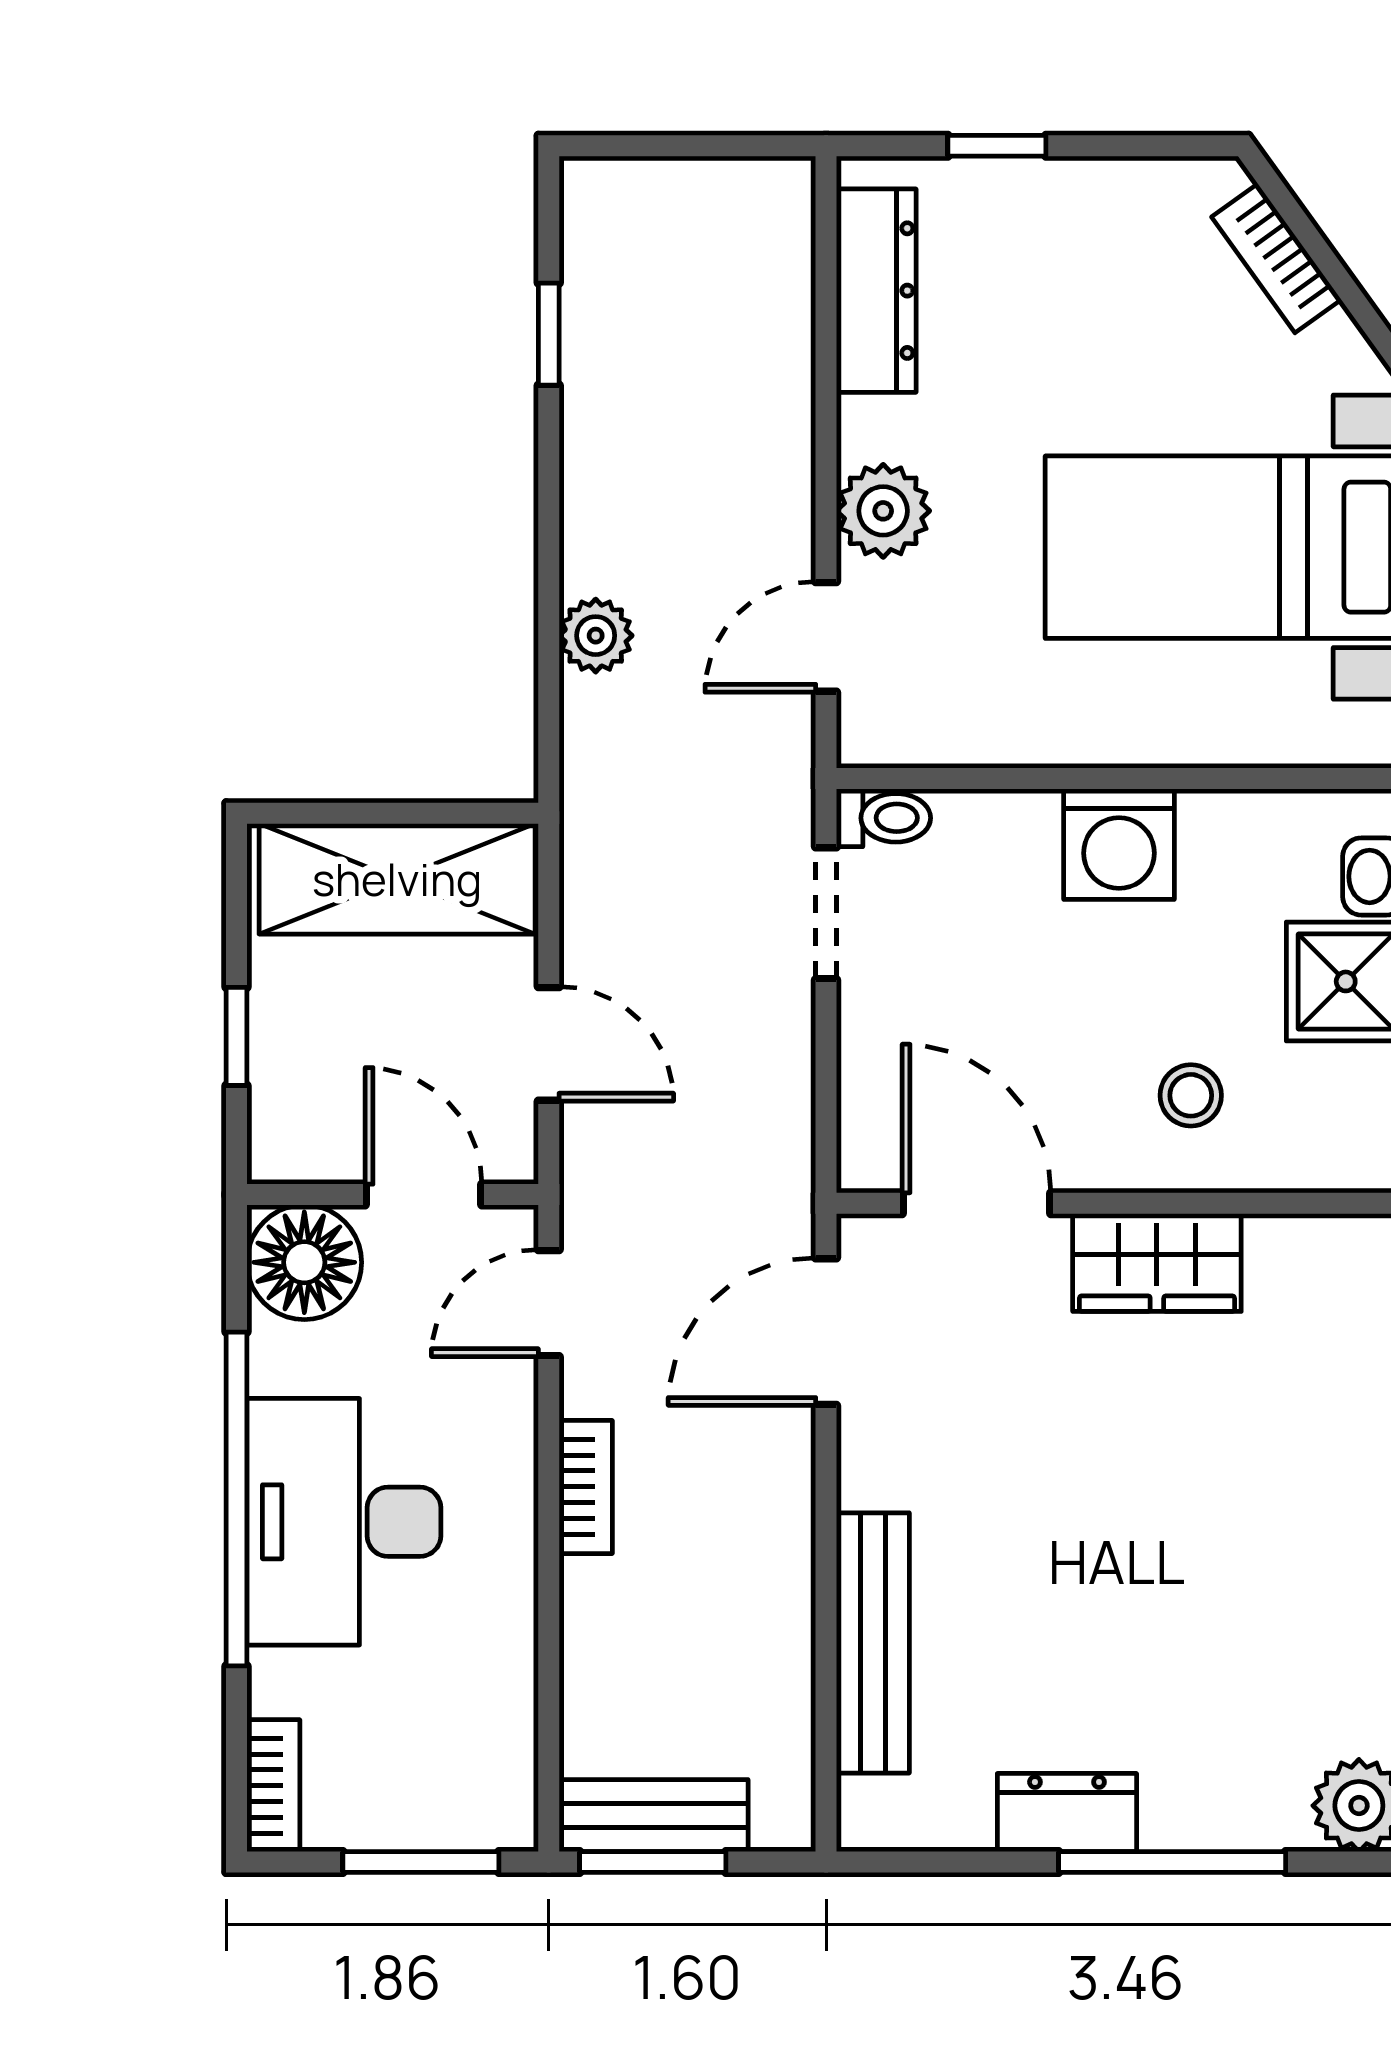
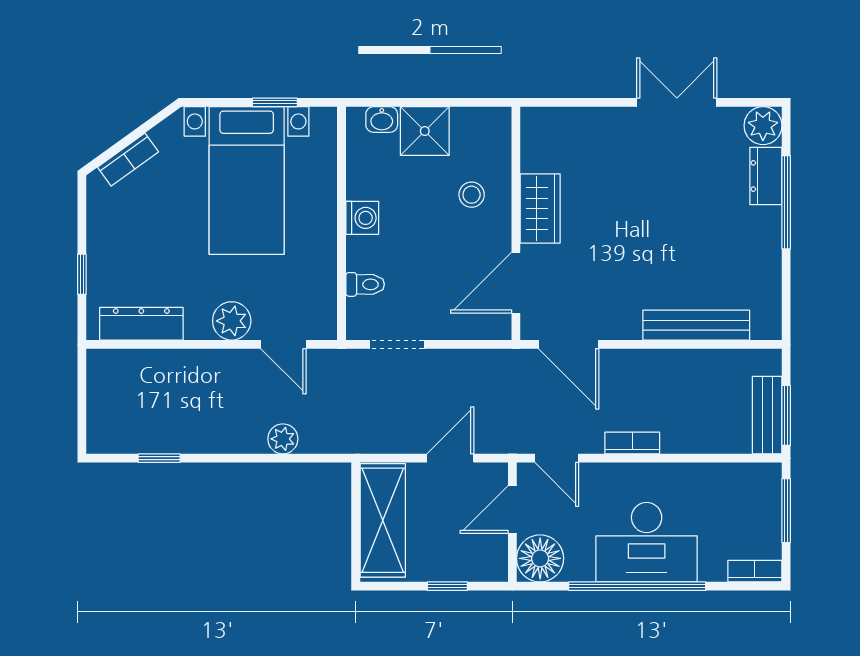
toilet: (884, 818) -> (365, 284), moved, turned 90
washing machine: (1119, 844) -> (362, 218), width x0.73, depth x0.73
dresser: (1067, 1813) -> (766, 176), moved

